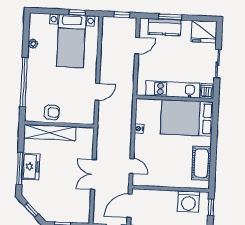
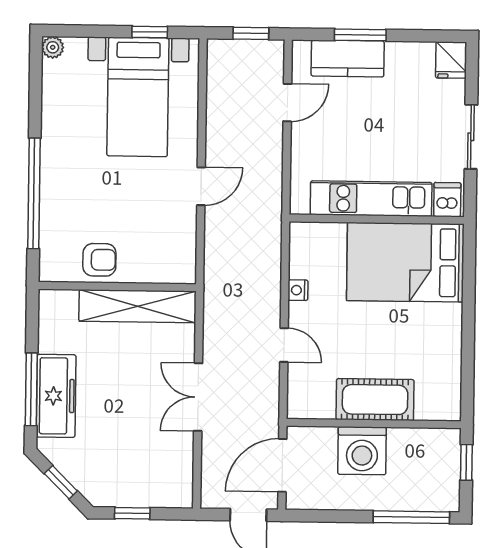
fridge: (204, 32) -> (451, 60), width x0.53, depth x0.75
plant: (33, 44) -> (53, 47), moved
door: (97, 92) -> (201, 186), moved
shelving: (50, 133) -> (138, 306), moved
cot: (201, 163) -> (375, 400), moved, turned 90
door: (131, 166) -> (284, 345), moved
freezer: (31, 167) -> (56, 396), width x1.40
washing machine: (189, 202) -> (362, 451), moved

